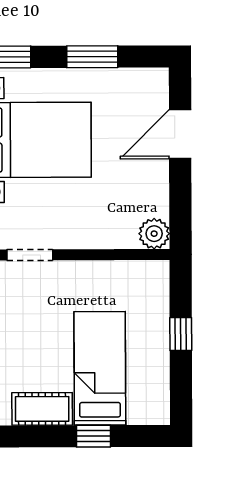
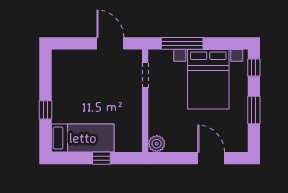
bed: (100, 368) -> (83, 138), moved
cot: (42, 409) -> (61, 82), removed

